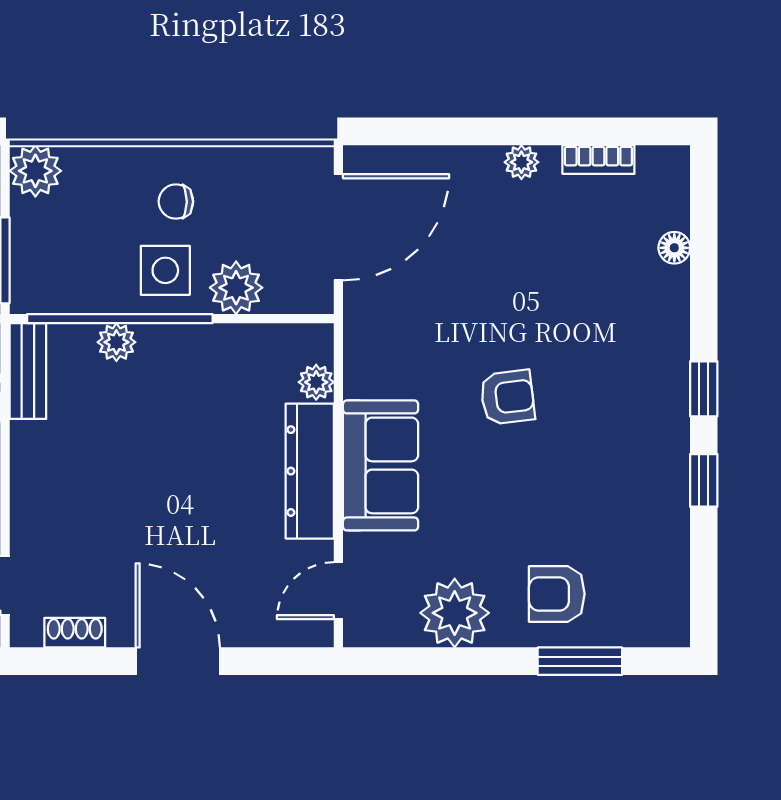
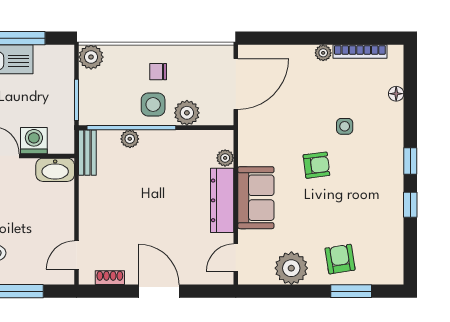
bookcase: (598, 160) -> (360, 52), width x1.56
side table: (566, 316) -> (345, 126), added
armchair: (557, 594) -> (340, 259), turned 81

